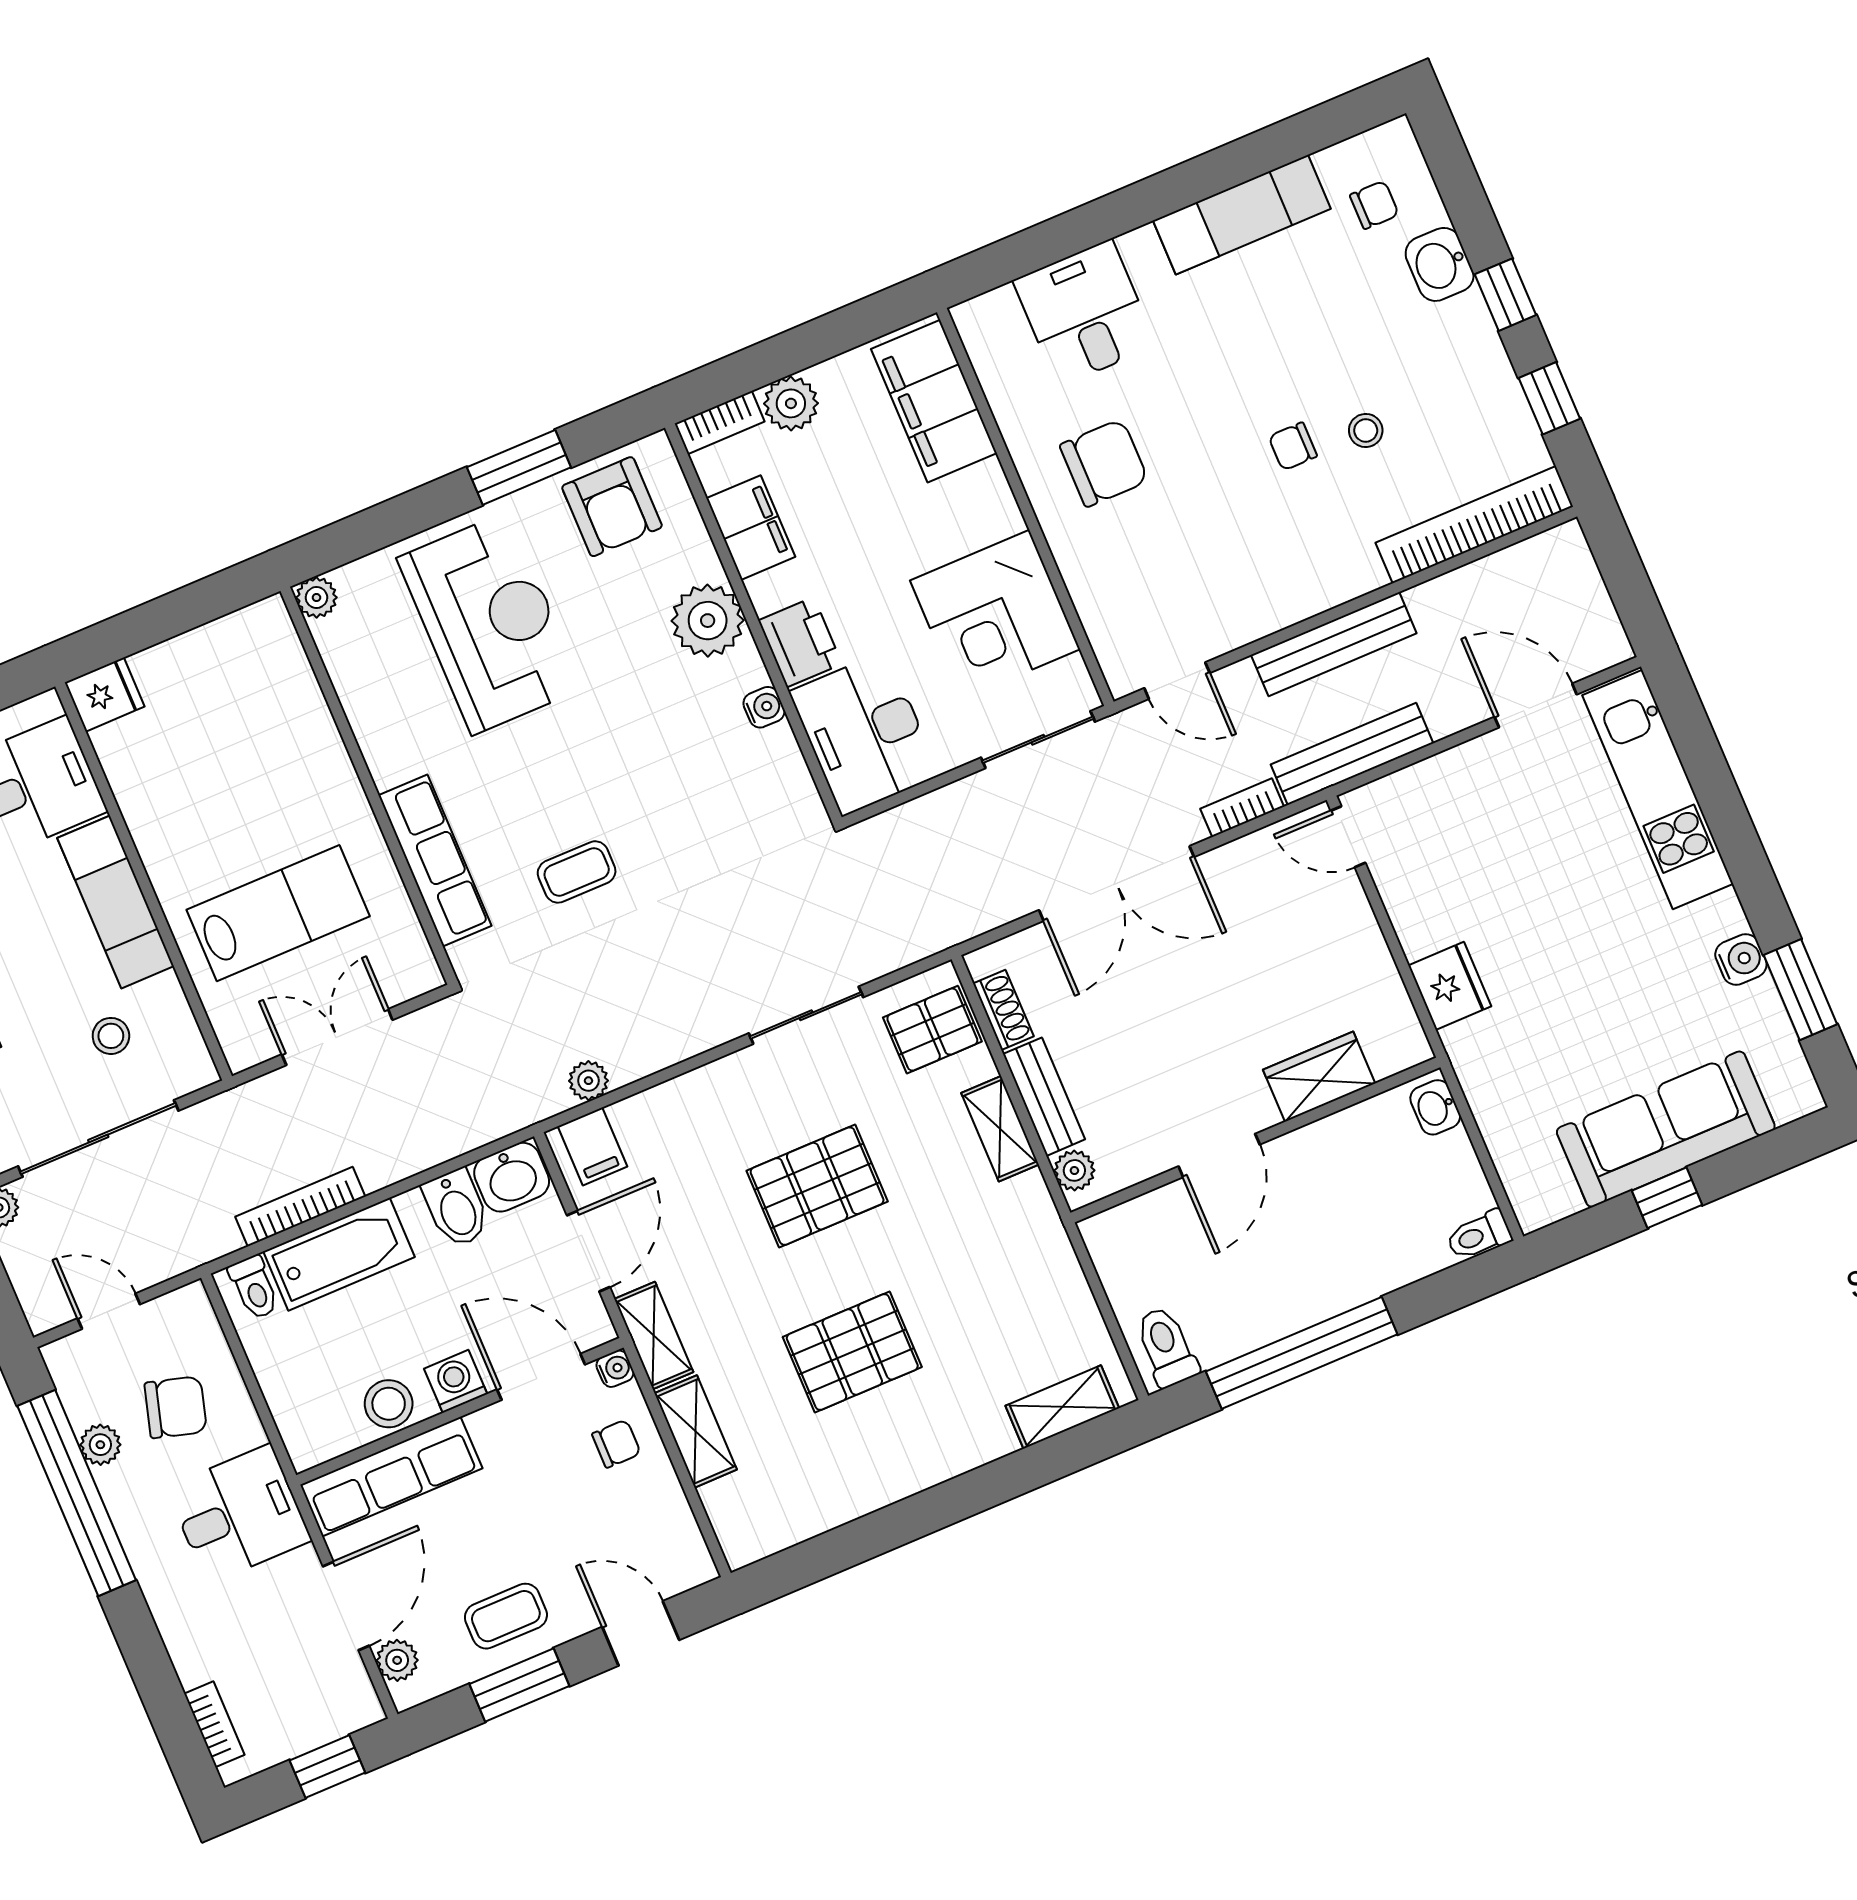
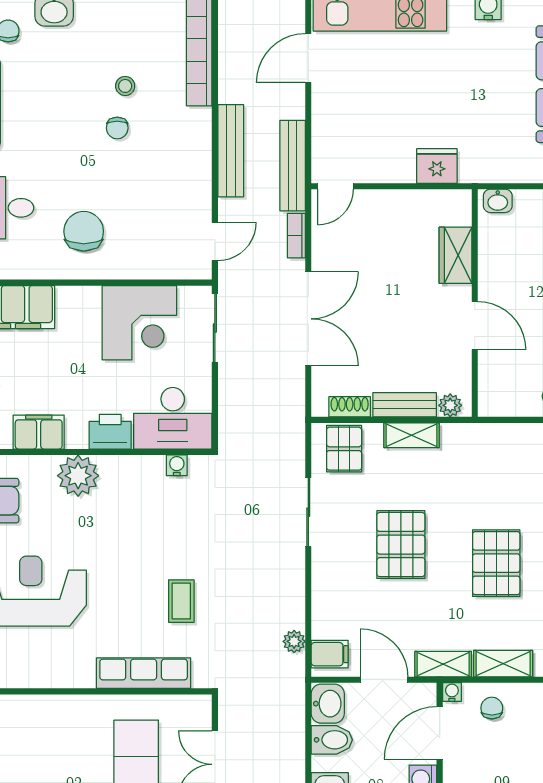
water cooler: (764, 707) -> (177, 465), moved

